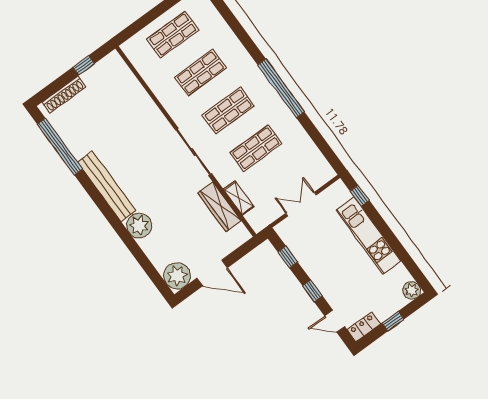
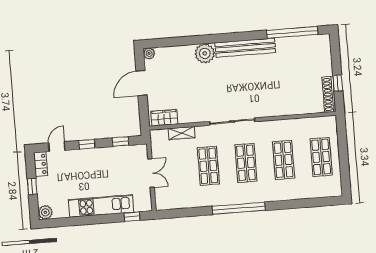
shoe rack: (64, 95) -> (329, 94), moved
wardrobe: (220, 207) -> (164, 118), moved, width x0.67
plant: (177, 276) -> (149, 53), width x0.53, depth x0.53

